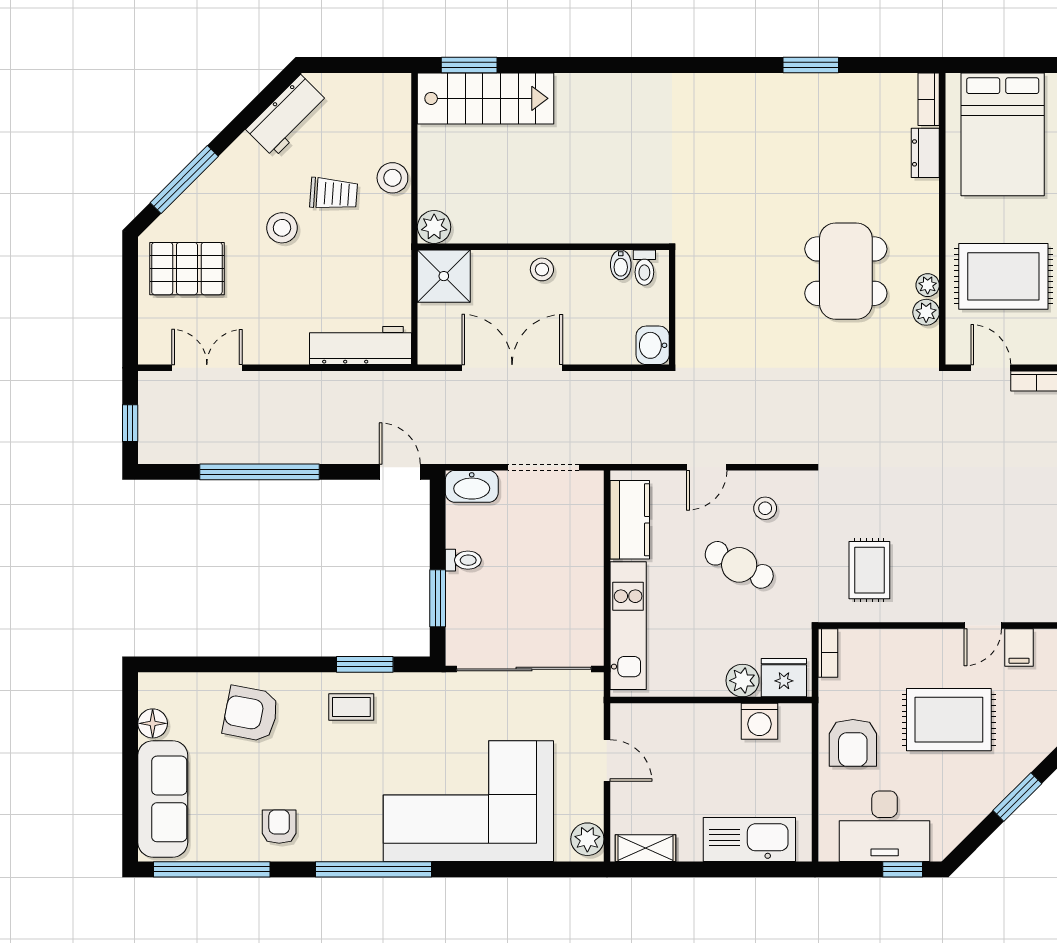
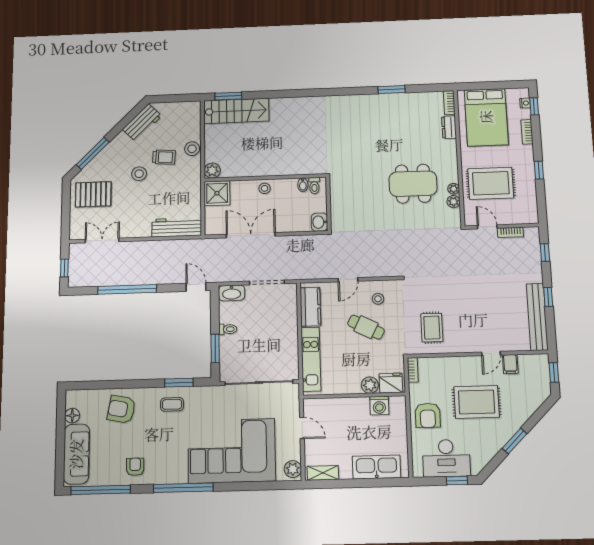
dining table: (846, 271) -> (413, 184), turned 90

